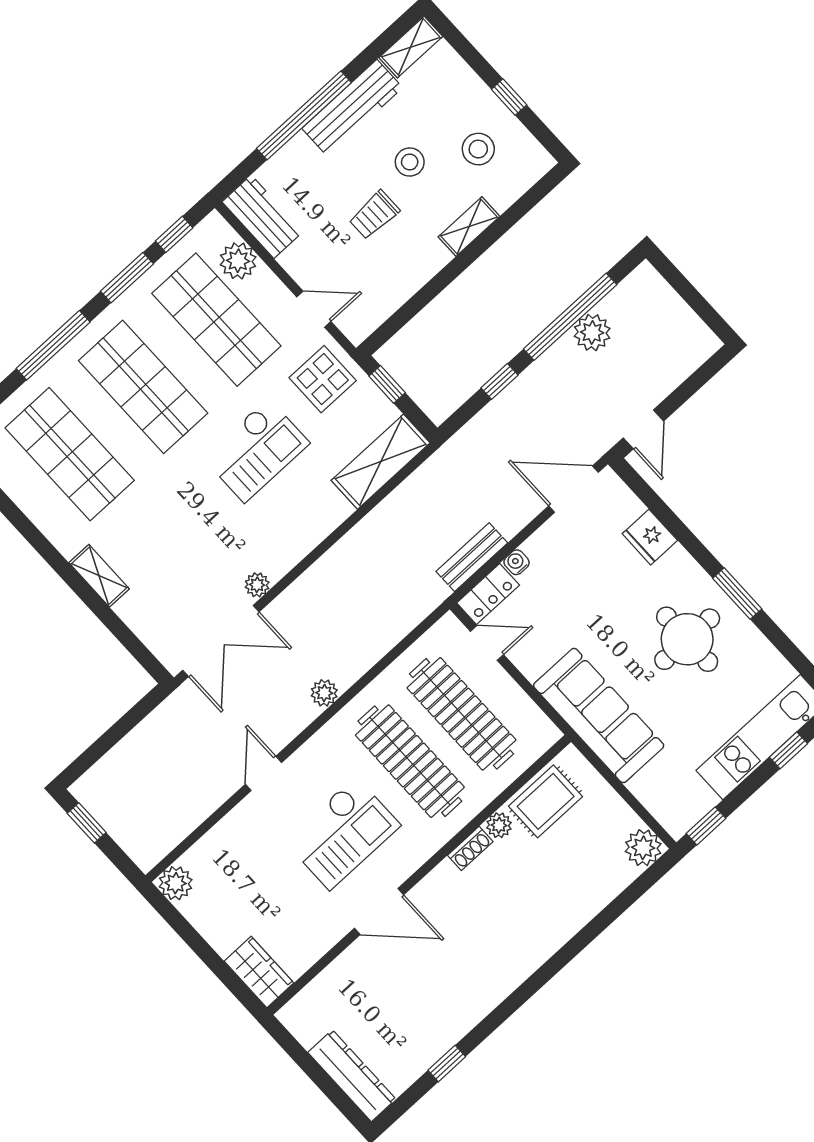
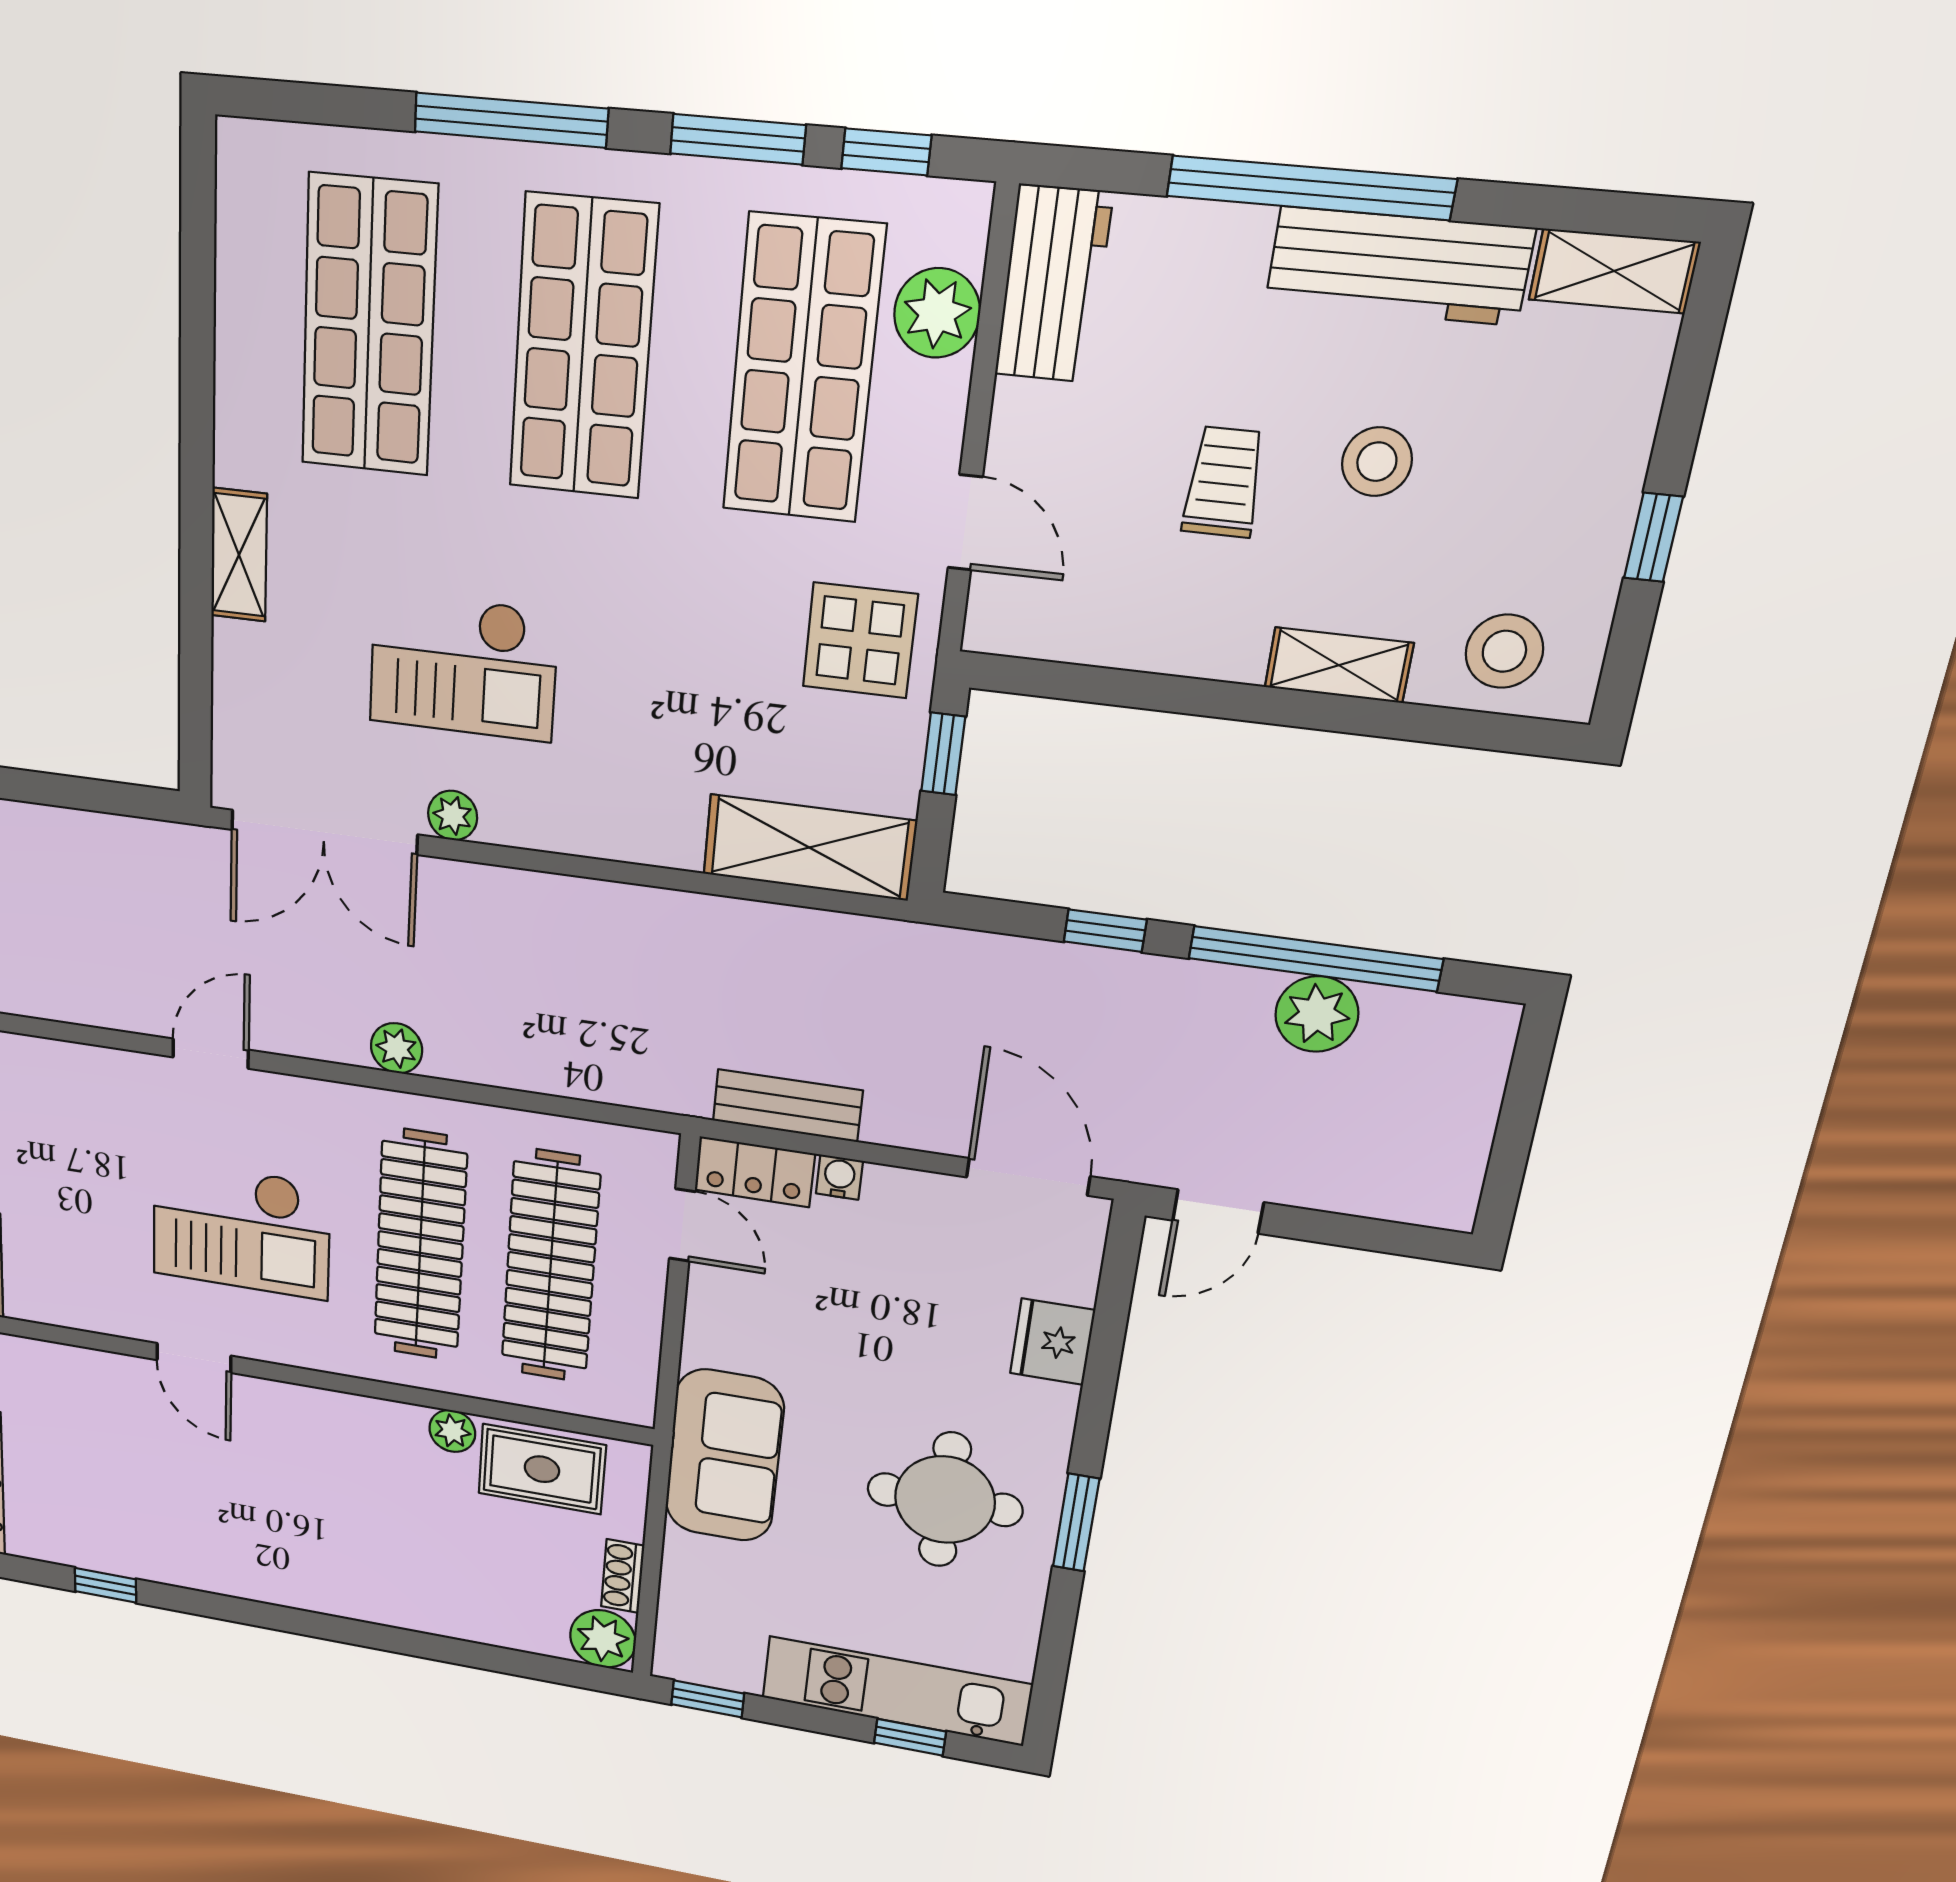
stool: (478, 149) -> (1504, 651), moved
trolley: (374, 215) -> (1224, 482), turned 90
checkout: (256, 450) -> (463, 666), moved
sofa: (599, 716) -> (724, 1456), width x0.73
shoe rack: (470, 848) -> (623, 1576), moved, turned 90
door: (379, 911) -> (194, 1358), width x0.73

